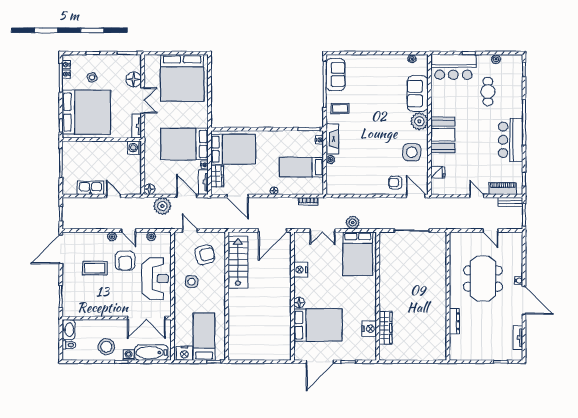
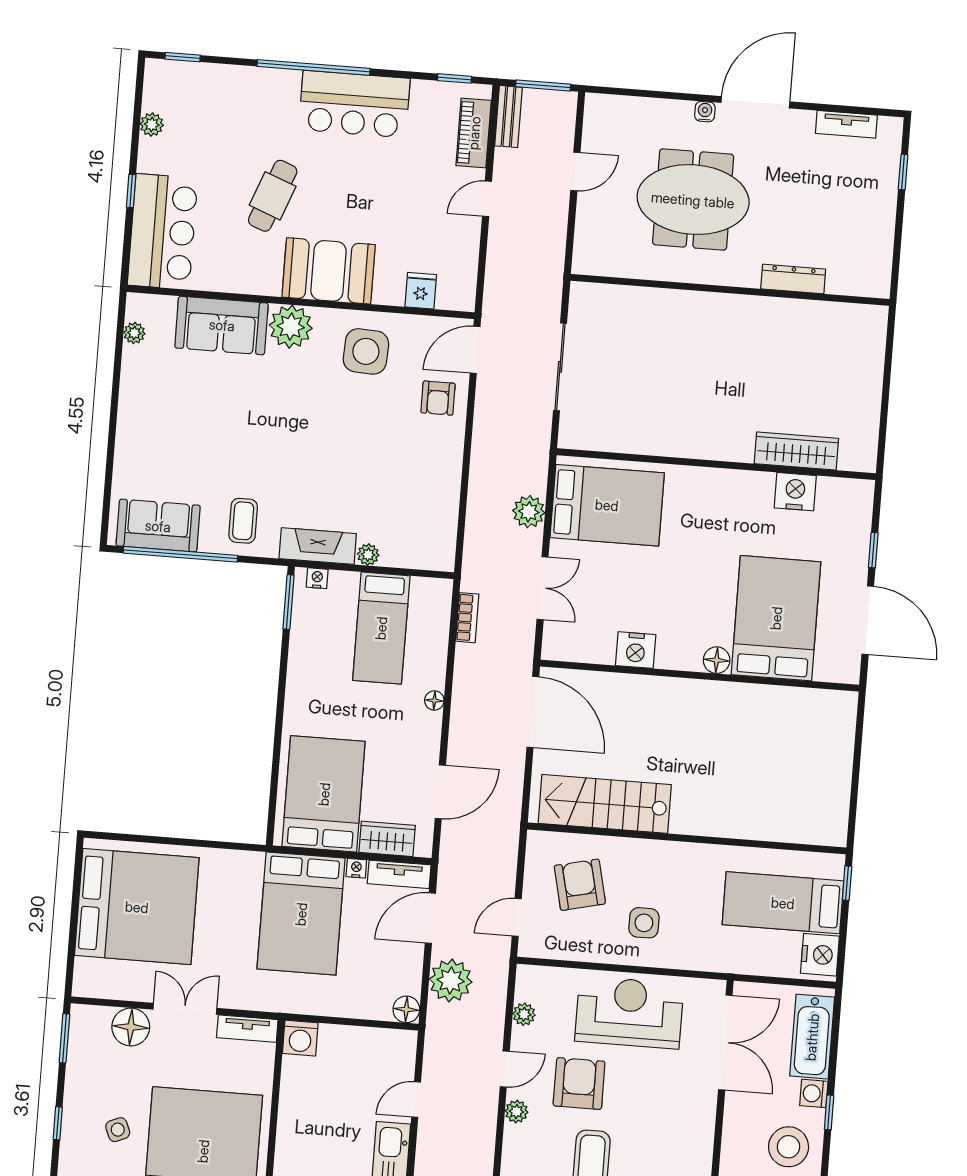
cafe table: (488, 92) -> (273, 196), moved, turned -69
armchair: (125, 261) -> (579, 1084), turned -90

